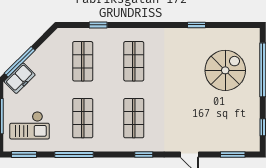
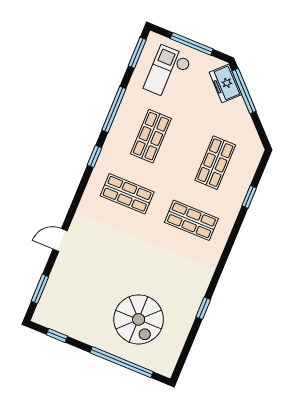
shop shelf: (83, 61) -> (215, 163), turned 90
shop shelf: (83, 118) -> (151, 136), turned 90
window: (144, 154) -> (94, 156), moved

